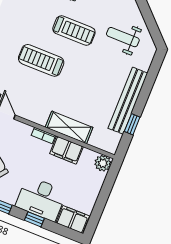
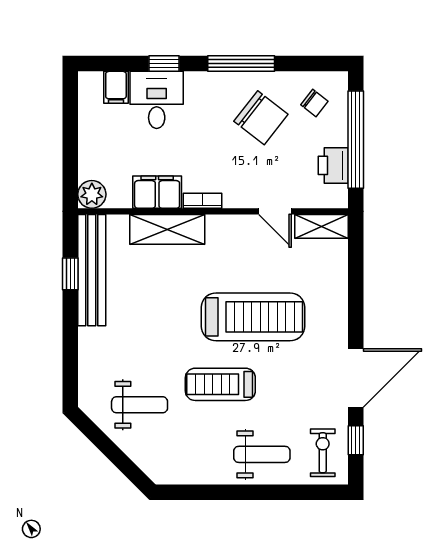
treadmill: (41, 60) -> (253, 317), width x1.37, depth x1.38
bench: (128, 101) -> (92, 270), moved
desk: (41, 199) -> (157, 100), width x0.73
filing cabinet: (73, 219) -> (116, 87), width x0.50

